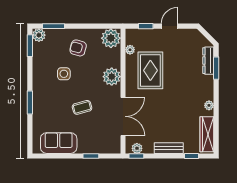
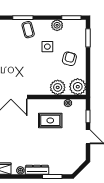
plant: (39, 35) -> (57, 25), moved
dresser: (208, 61) -> (37, 170), moved
rug: (150, 70) -> (50, 120), width x0.73, depth x0.70
plant: (112, 77) -> (58, 87), moved
coffee table: (82, 107) -> (28, 30), moved

